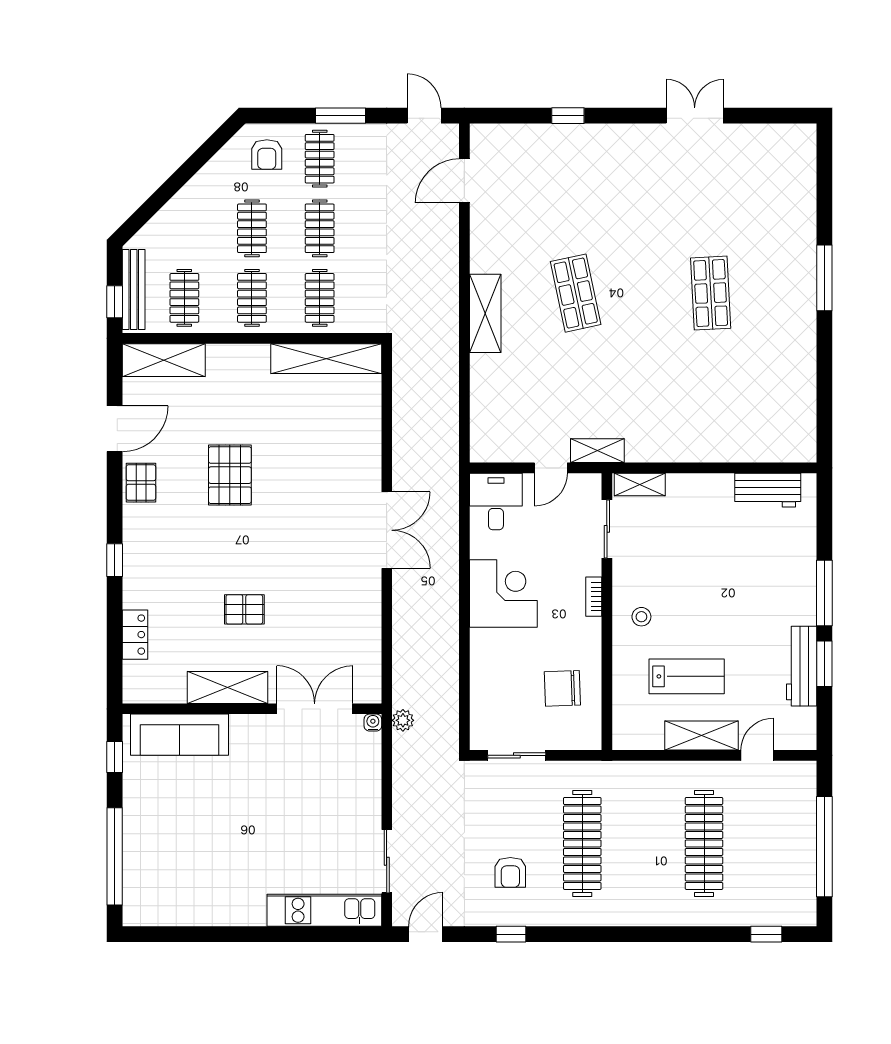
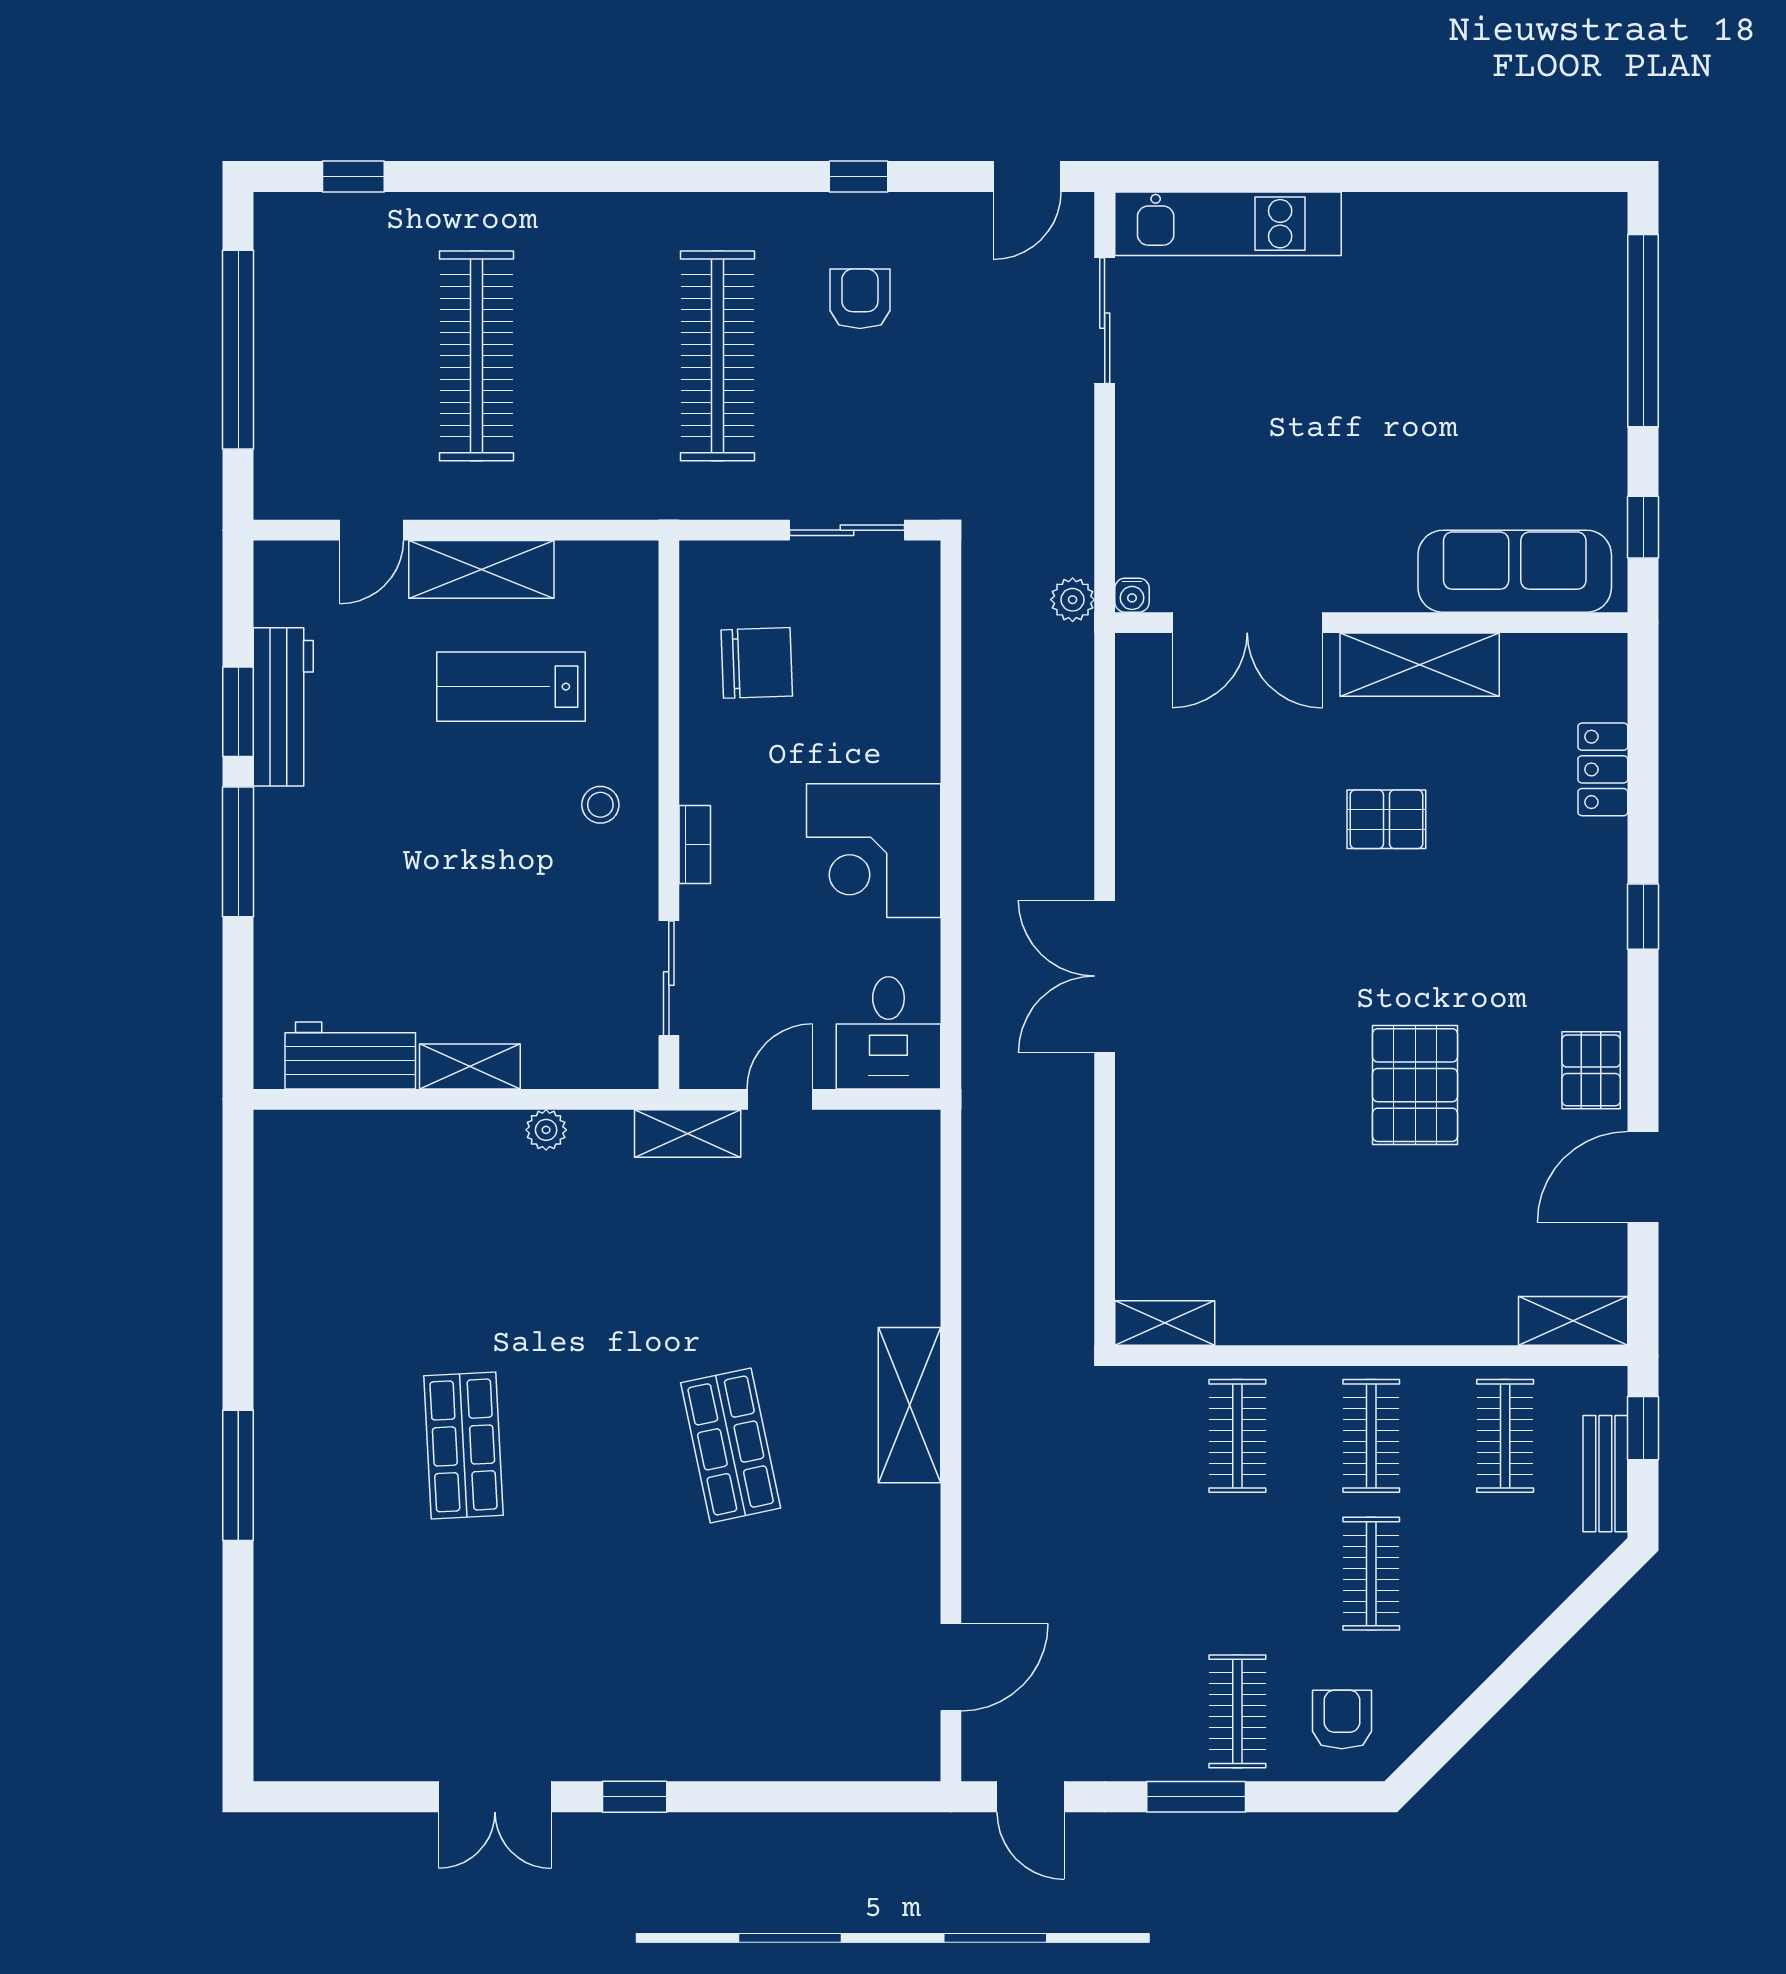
window: (568, 116) -> (635, 1797), moved
clothes rail: (320, 228) -> (1237, 1574), removed
bench: (134, 290) -> (1605, 1474), width x0.73
shelving: (326, 359) -> (1165, 1323), width x0.45, depth x0.75
shelving: (164, 360) -> (1573, 1321), width x0.67, depth x0.75
plant: (669, 452) -> (546, 1130), added
shelving: (640, 484) -> (470, 1066), moved

